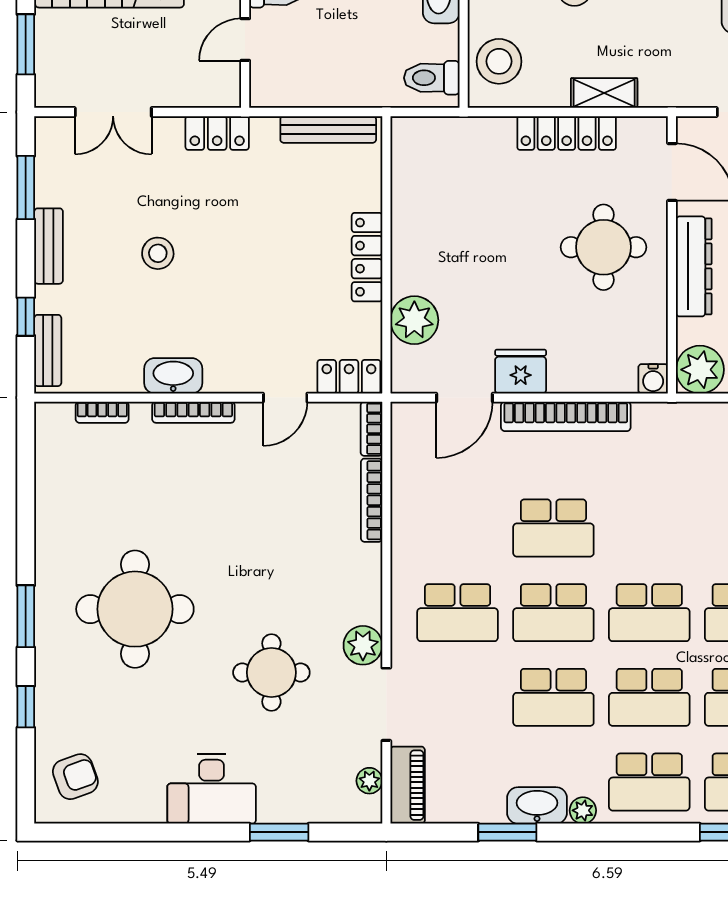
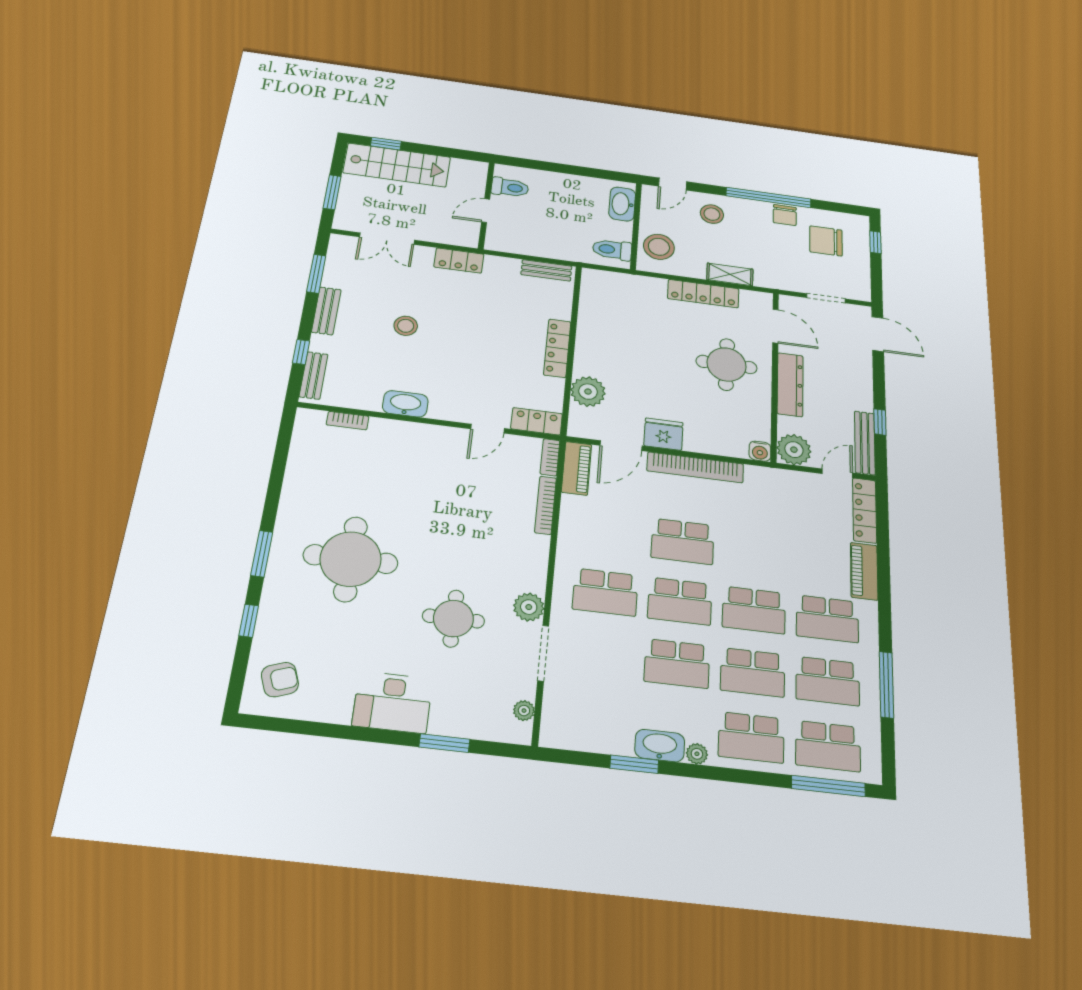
bench: (328, 129) -> (546, 270), width x0.73
bookcase: (193, 412) -> (417, 429), removed
piano: (408, 785) -> (576, 468), moved

